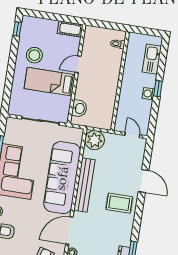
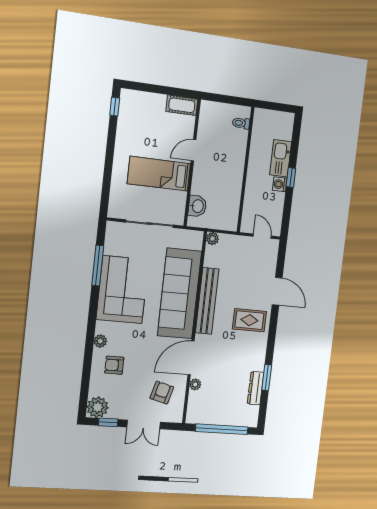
stool: (34, 55) -> (138, 140), removed
kitchen sink: (152, 59) -> (281, 158), moved
plant: (95, 140) -> (212, 239), width x0.53, depth x0.53

